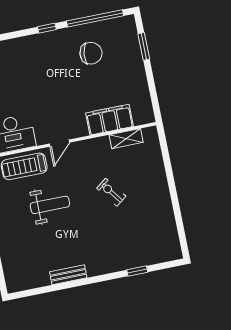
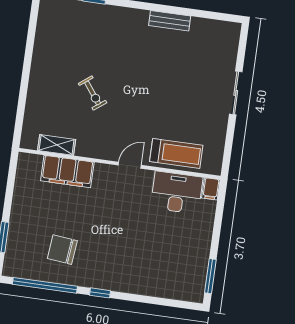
weight bench: (50, 205) -> (163, 103), removed

